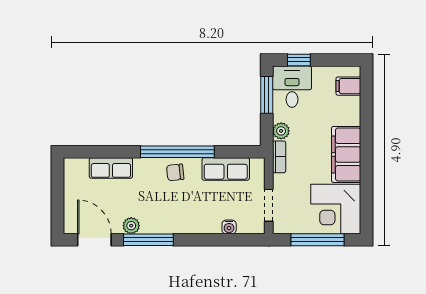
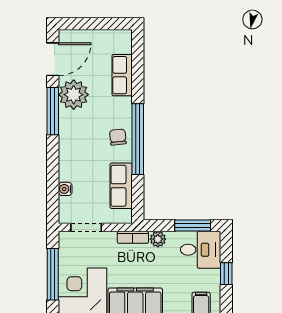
window: (299, 60) -> (226, 274), moved
plant: (131, 226) -> (74, 95), width x1.88, depth x1.88

